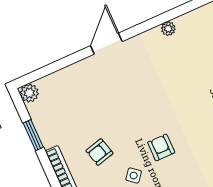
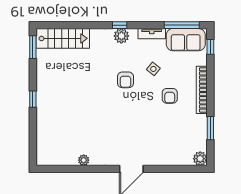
armchair: (99, 152) -> (170, 96), turned 105

